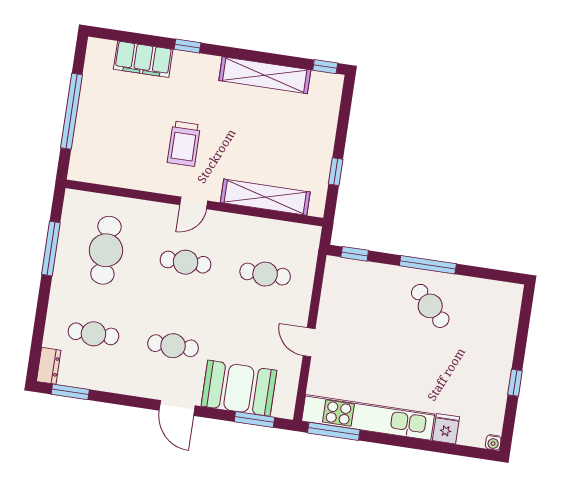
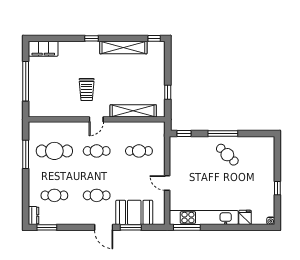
window: (187, 46) -> (91, 38), moved
filing cabinet: (143, 59) -> (43, 49), moved
cafe table: (106, 250) -> (54, 151), turned 90
window: (254, 419) -> (131, 227), moved

